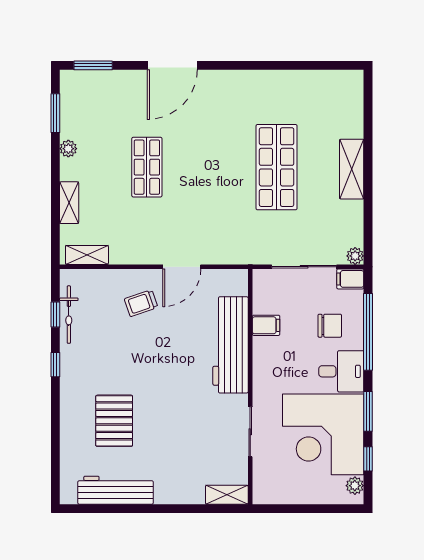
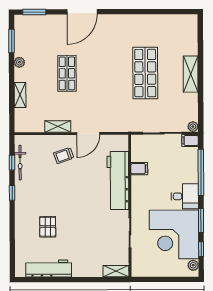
shelving: (87, 255) -> (58, 126), moved
chair: (330, 326) -> (178, 169), removed
pallet: (114, 421) -> (48, 227), width x0.67, depth x0.71

